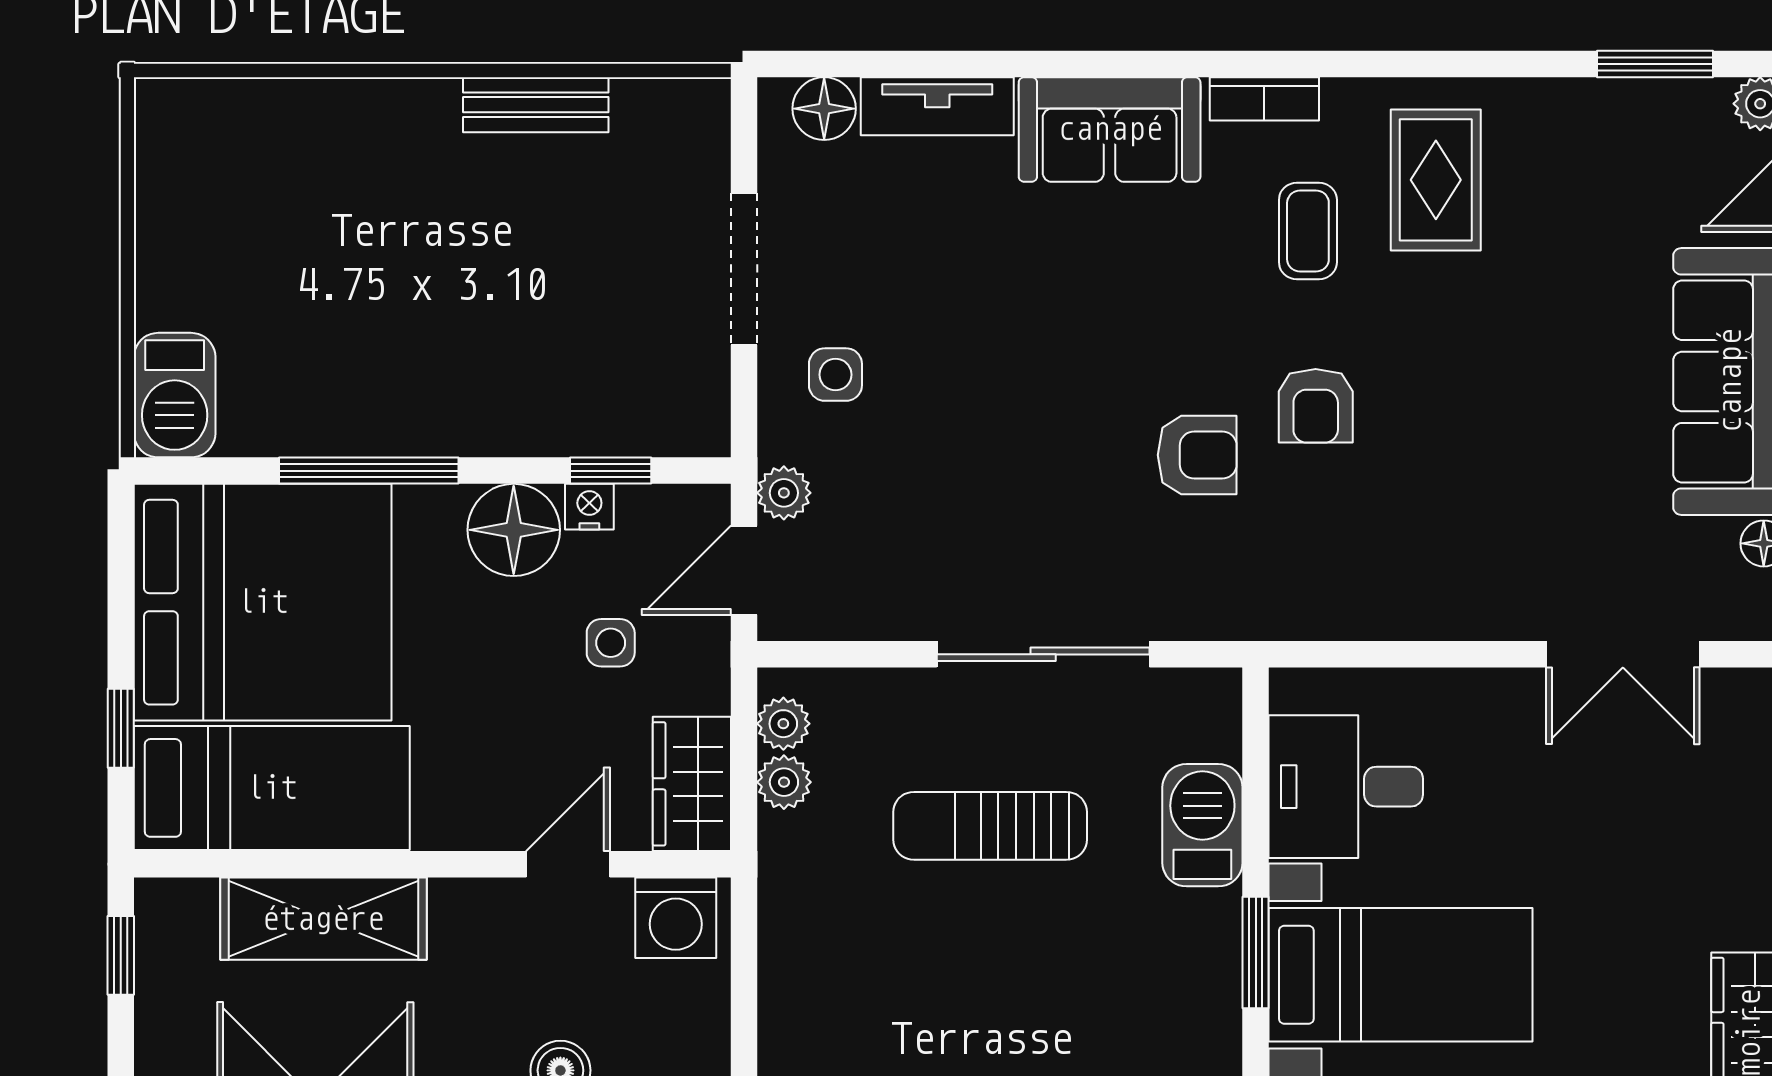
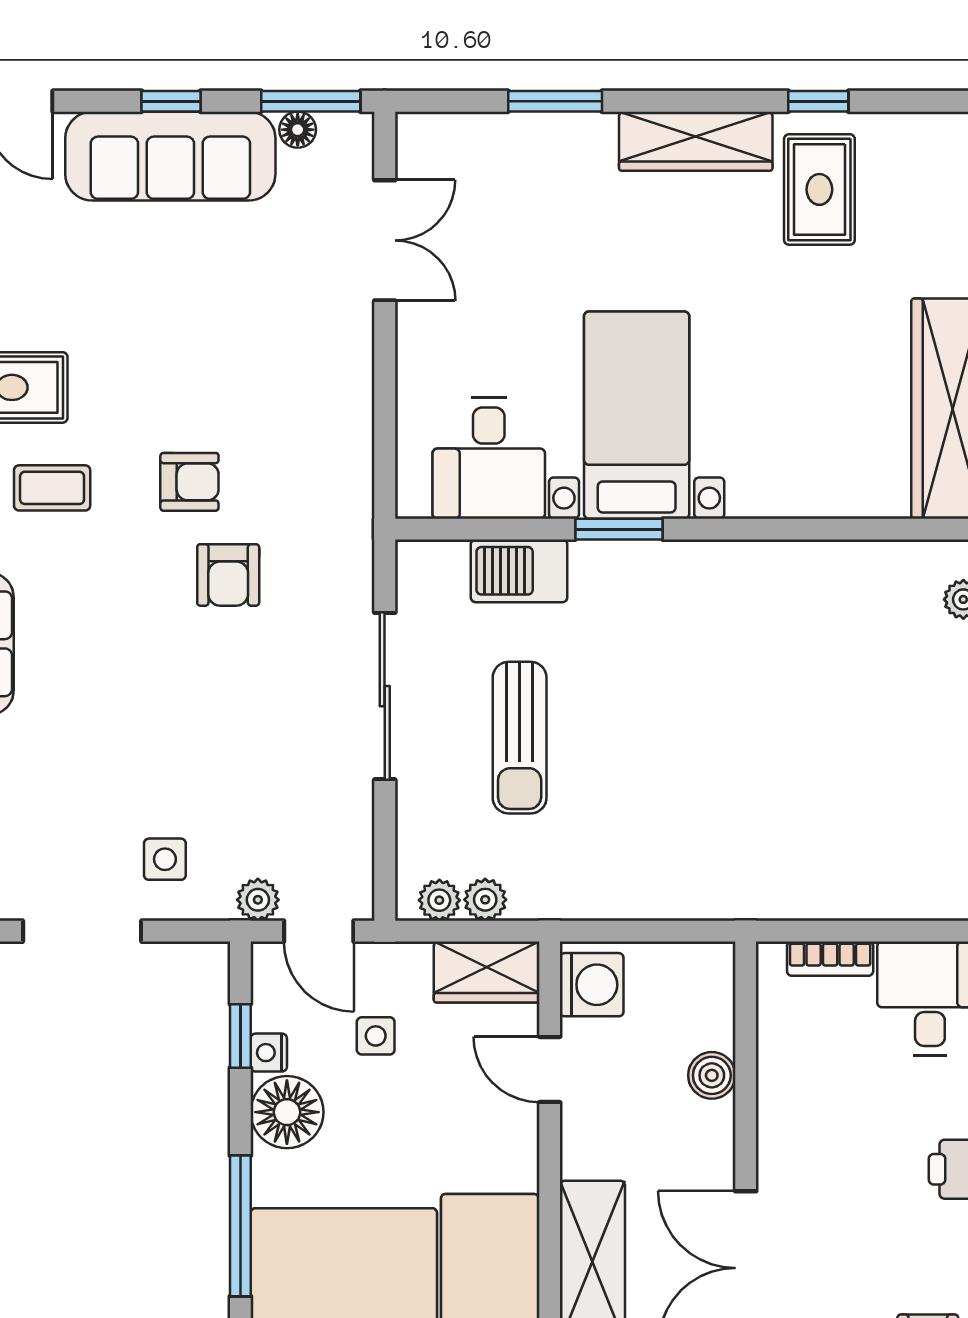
armchair: (1197, 455) -> (228, 575), turned 180

